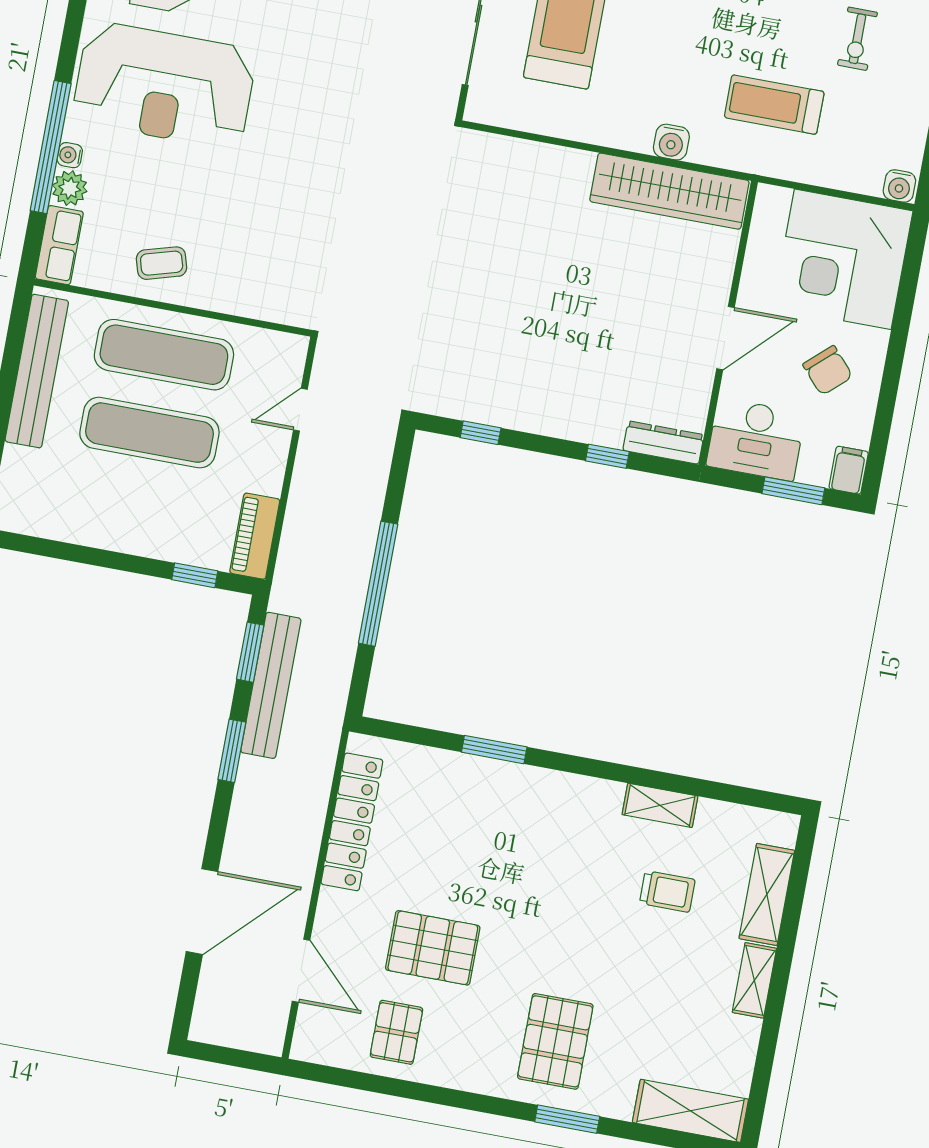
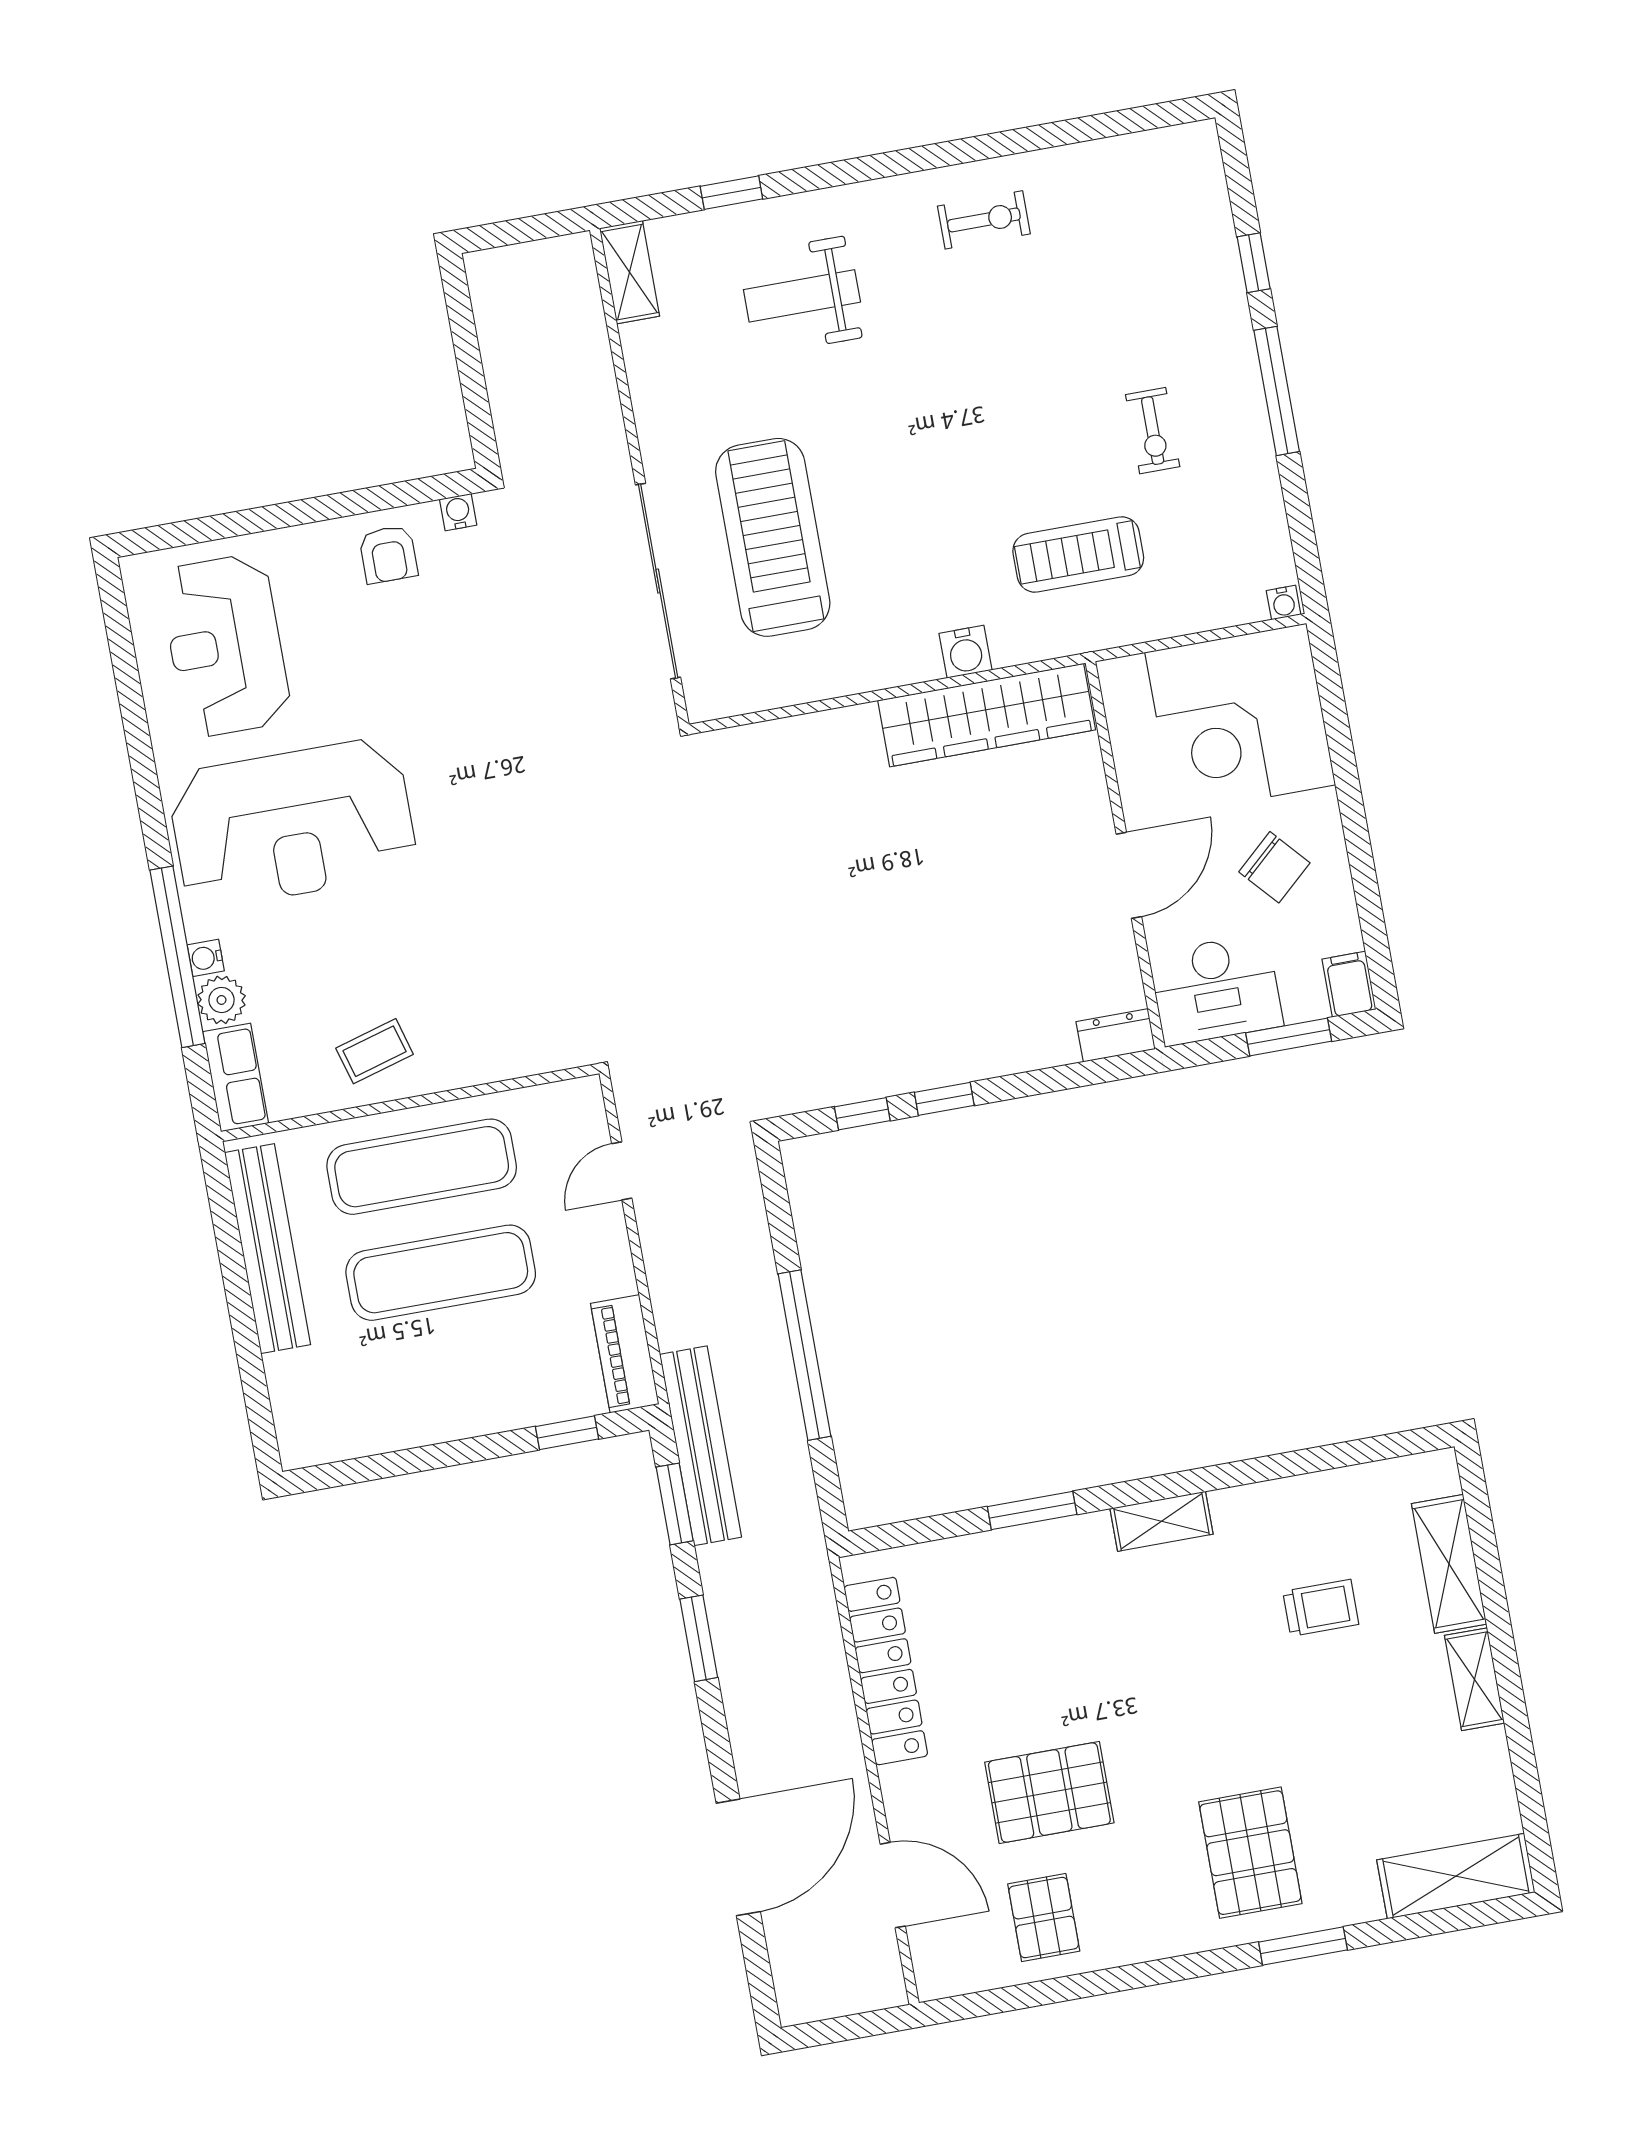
water cooler: (899, 186) -> (1284, 603), width x0.72, depth x0.72
dresser: (663, 443) -> (1116, 1035), width x0.70
window: (607, 456) -> (944, 1099), moved
bench: (271, 685) -> (701, 1446), moved
shelving: (660, 805) -> (1162, 1521), moved

